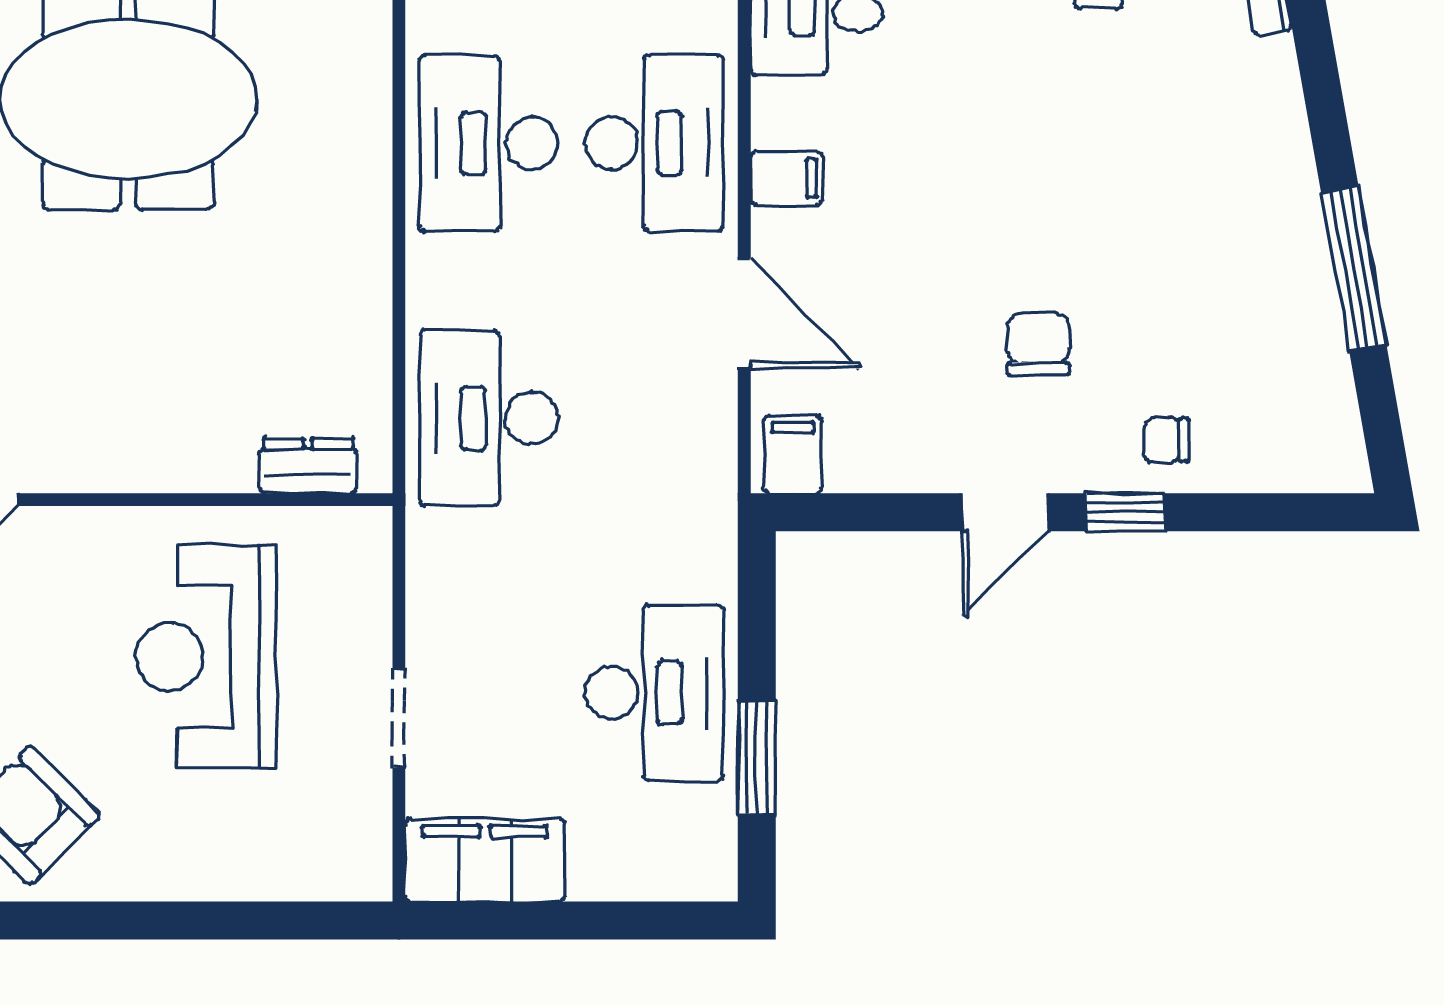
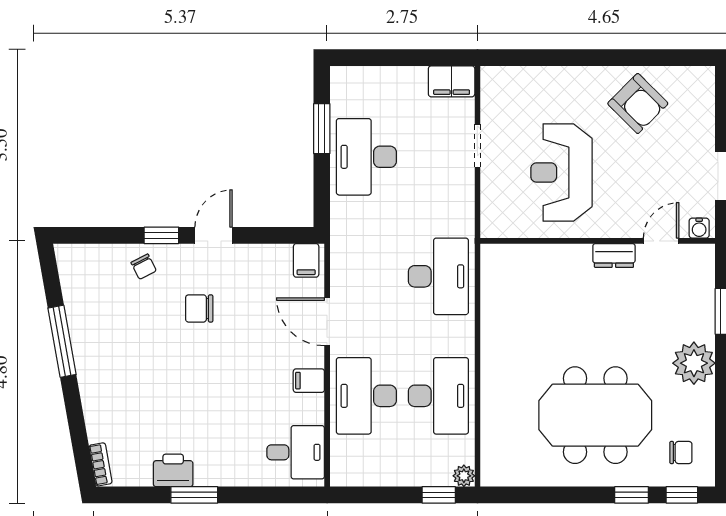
chair: (1038, 344) -> (199, 308), turned 90
chair: (1166, 440) -> (144, 267), turned 63
dresser: (308, 466) -> (614, 255), moved
reception desk: (206, 657) -> (561, 173), turned 180
filing cabinet: (485, 860) -> (452, 81), width x0.67, depth x0.86

